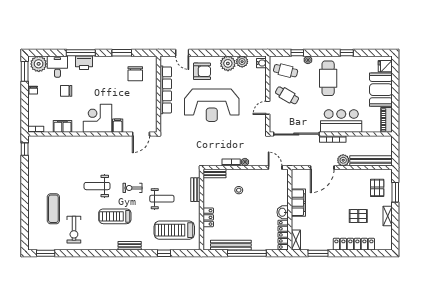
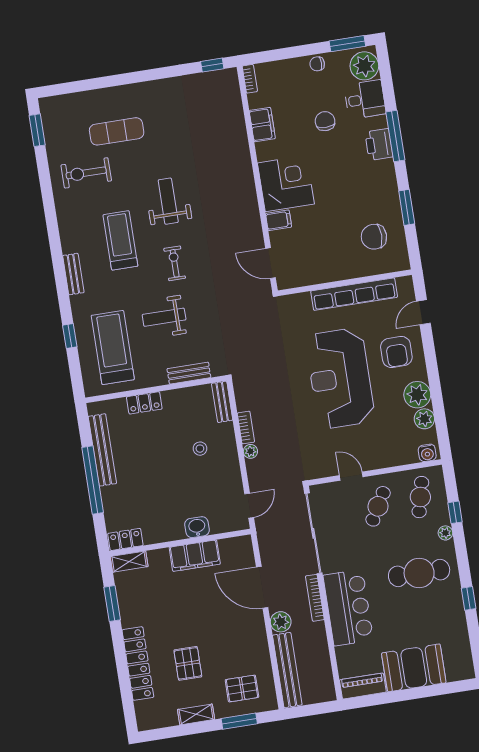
fridge: (385, 66) -> (456, 669), removed
weight bench: (162, 199) -> (164, 317), turned 90
washbasin: (283, 212) -> (197, 527), moved
locker: (283, 235) -> (125, 539), width x0.66

